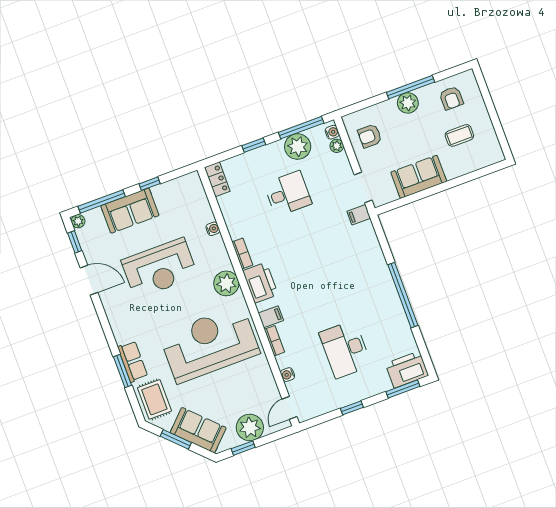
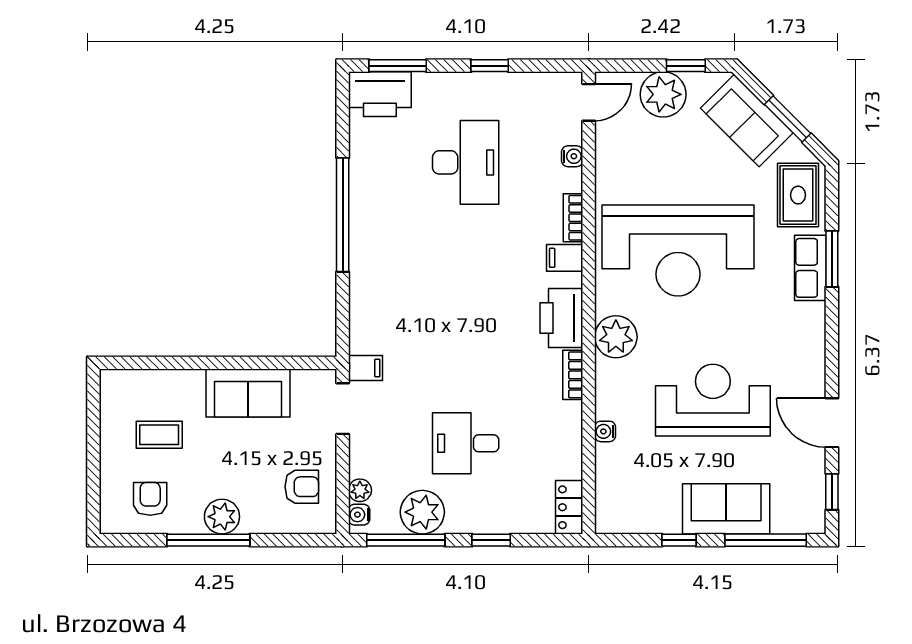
plant: (78, 221) -> (815, 523), removed

